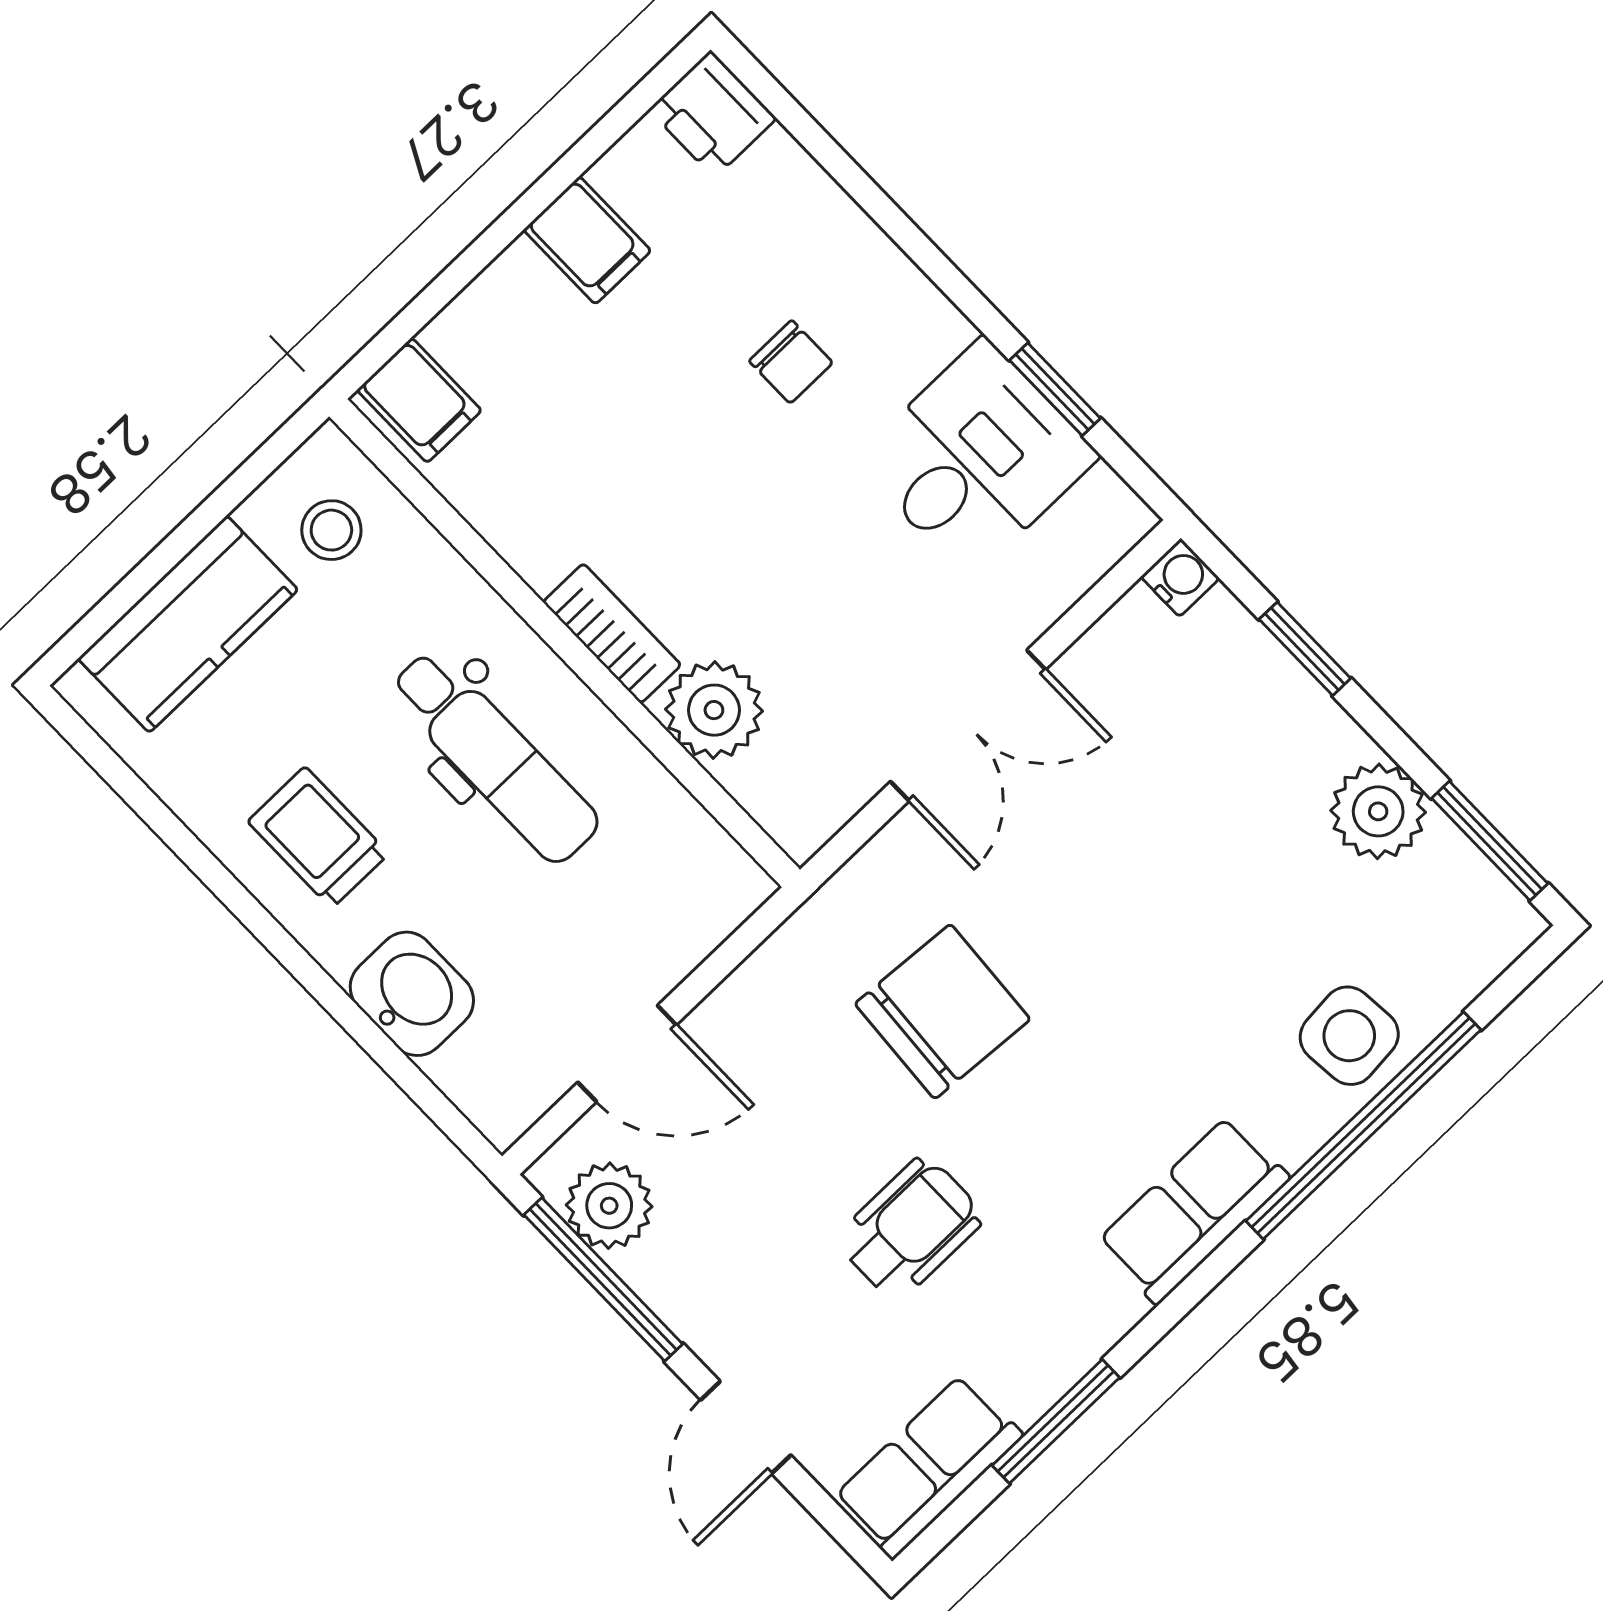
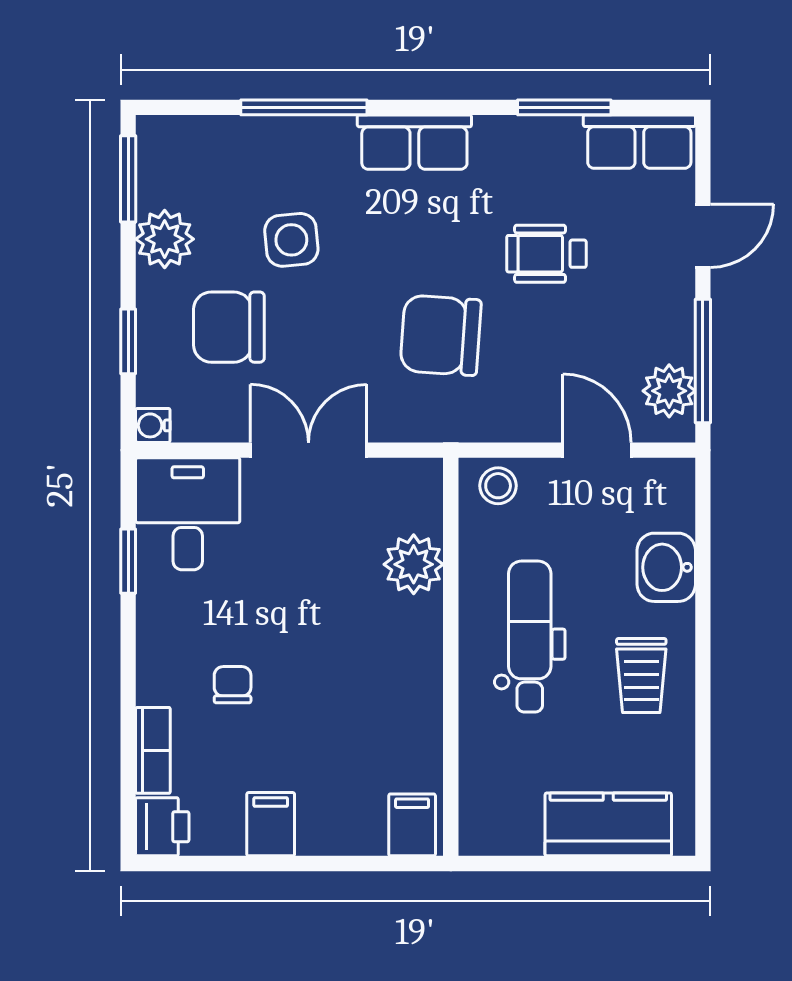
desk: (977, 458) -> (188, 514), moved, turned 90
stool: (331, 530) -> (498, 486), moved
bookcase: (612, 633) -> (153, 750), moved, turned 180
chair: (1202, 780) -> (229, 327), added
side table: (1349, 1036) -> (291, 240), moved
window: (1363, 1125) -> (304, 107), width x0.68

